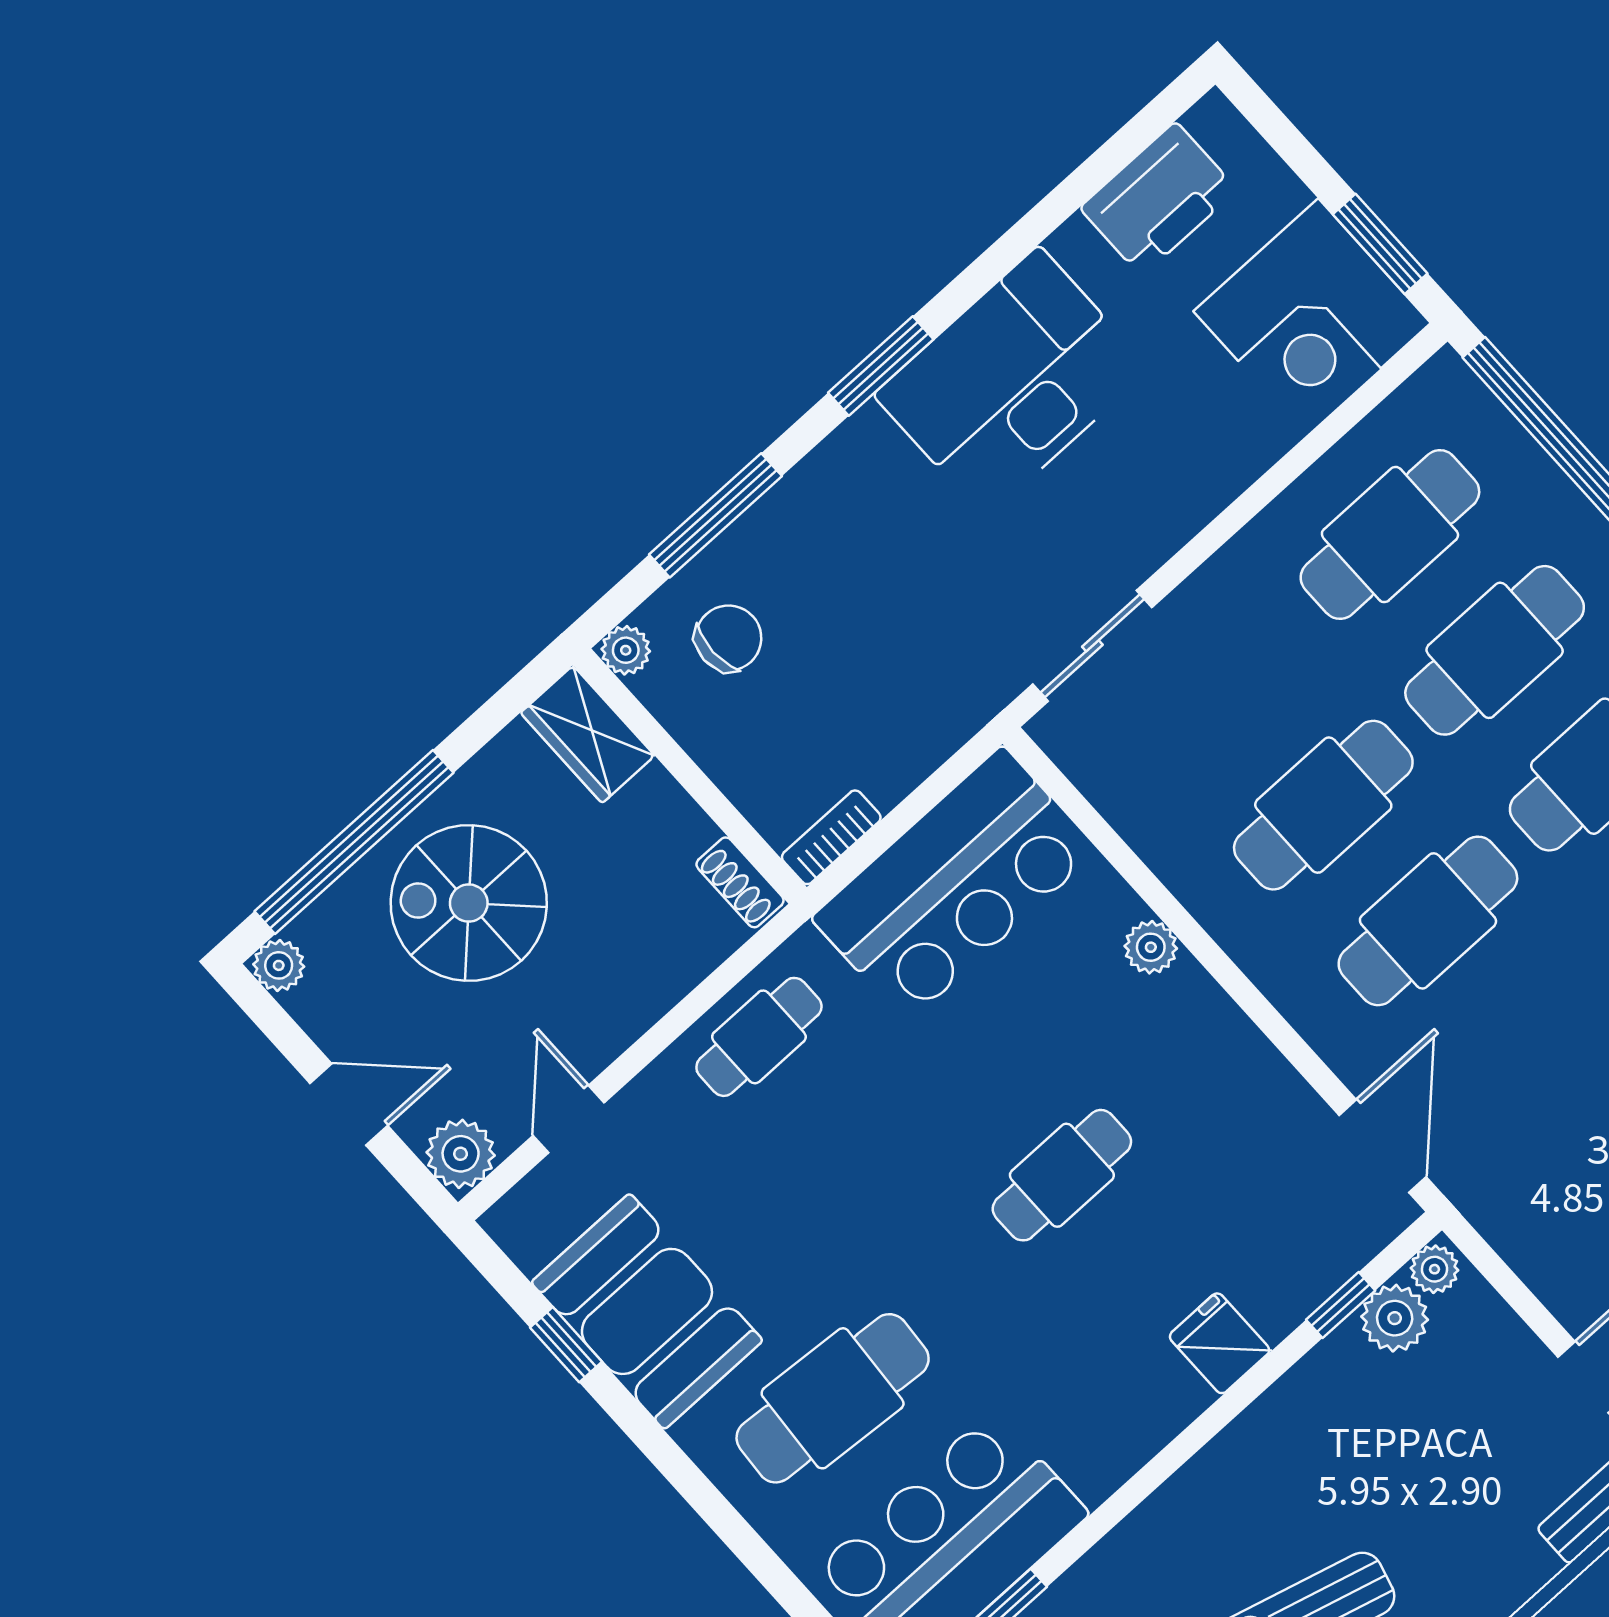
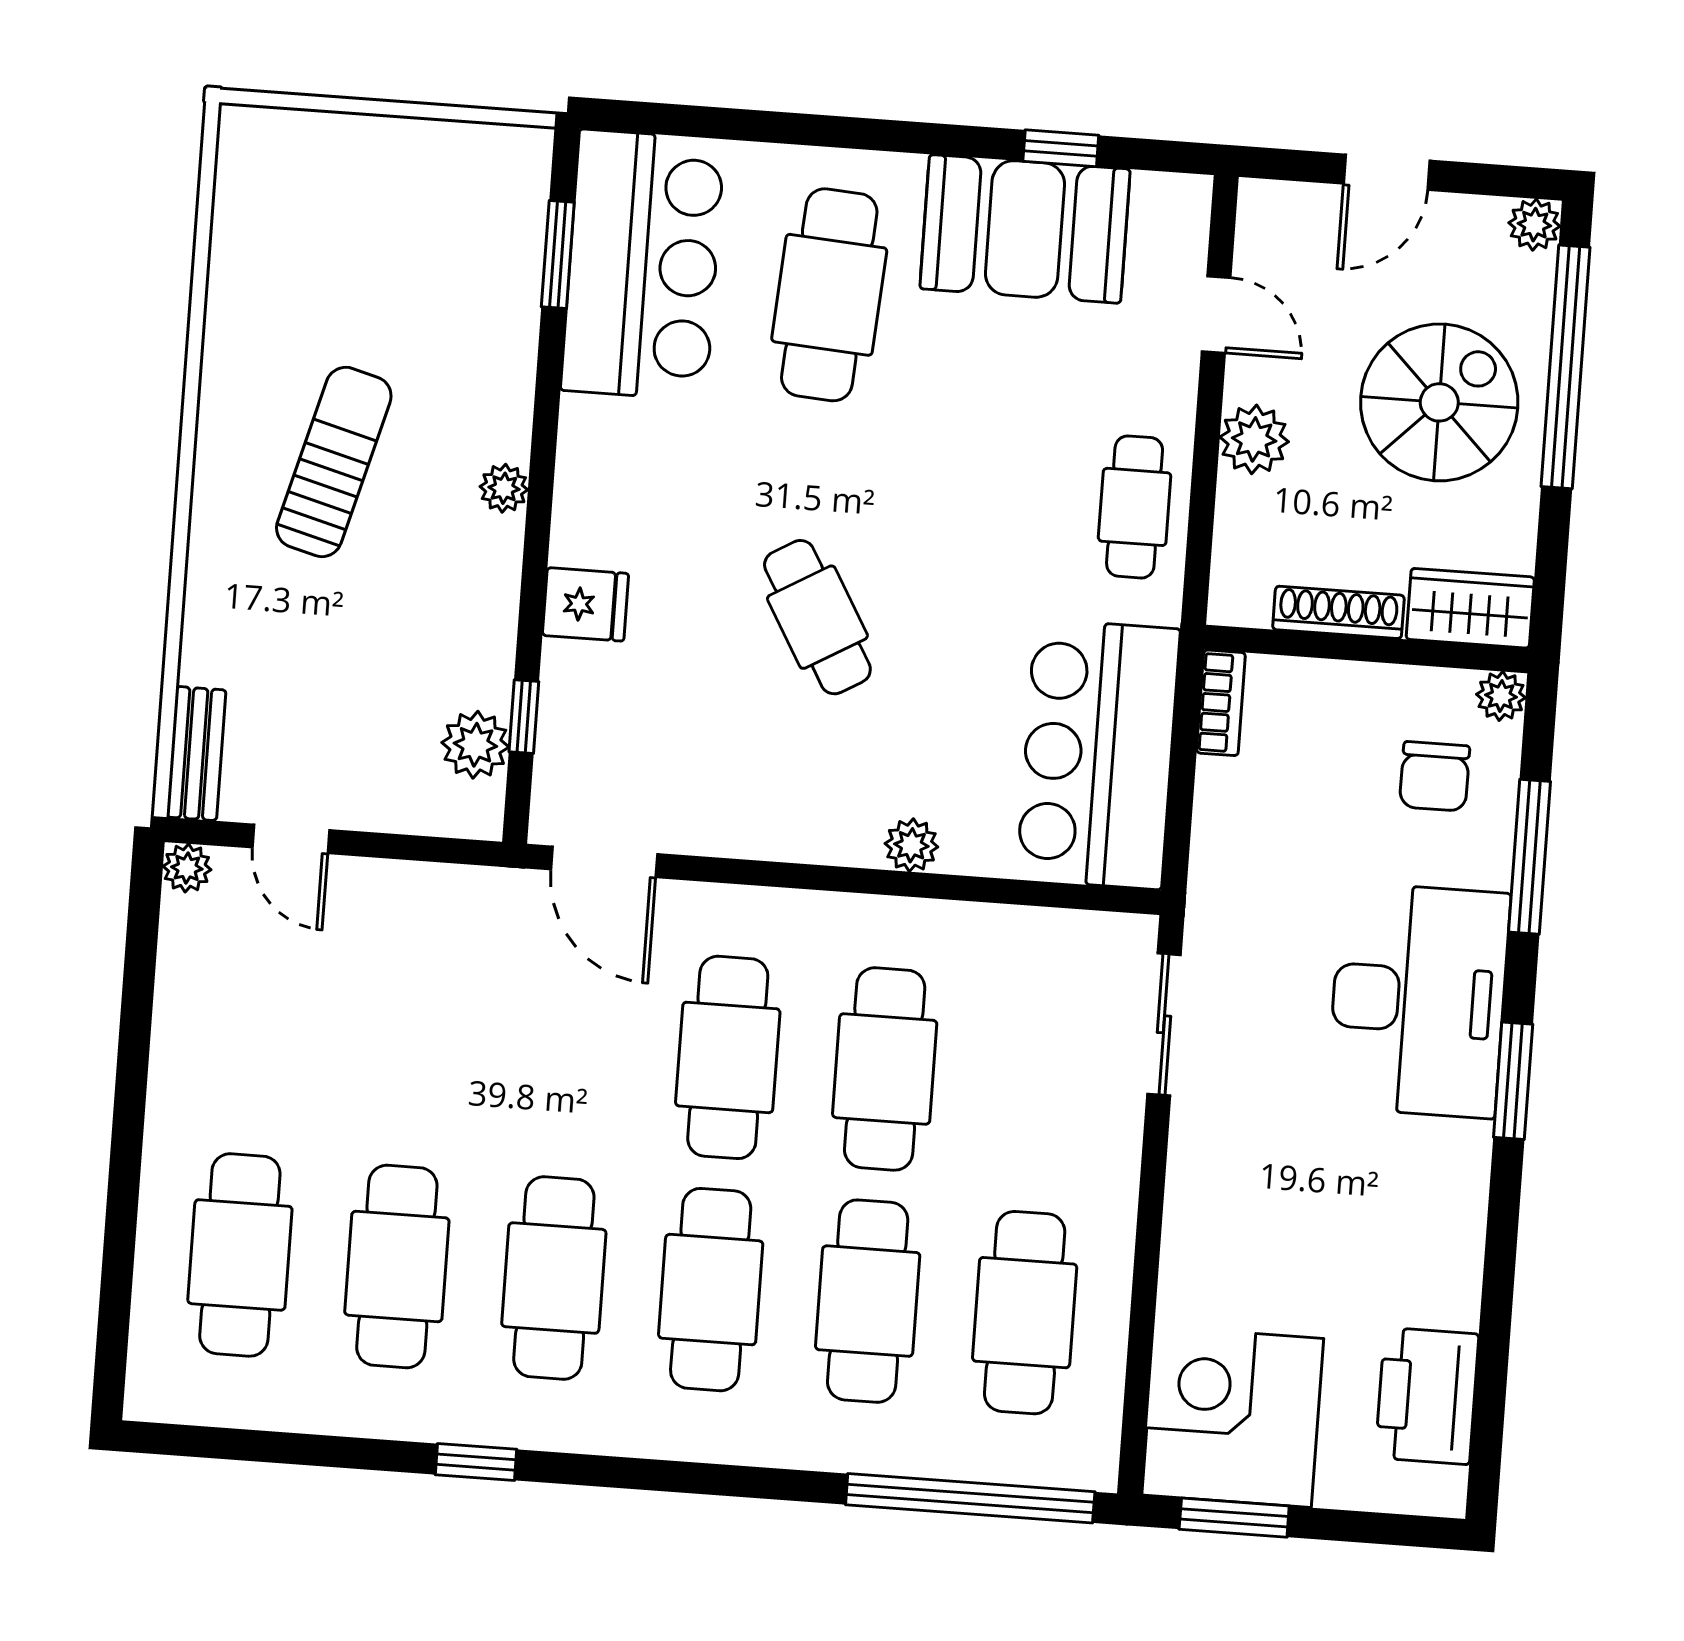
desk: (1012, 382) -> (1418, 1000), moved
shoe rack: (740, 882) -> (1338, 612), moved, width x1.43
plant: (461, 1154) -> (1254, 439), moved
cafe table: (1062, 1175) -> (817, 617), turned -30
plant: (1435, 1269) -> (504, 488), moved

